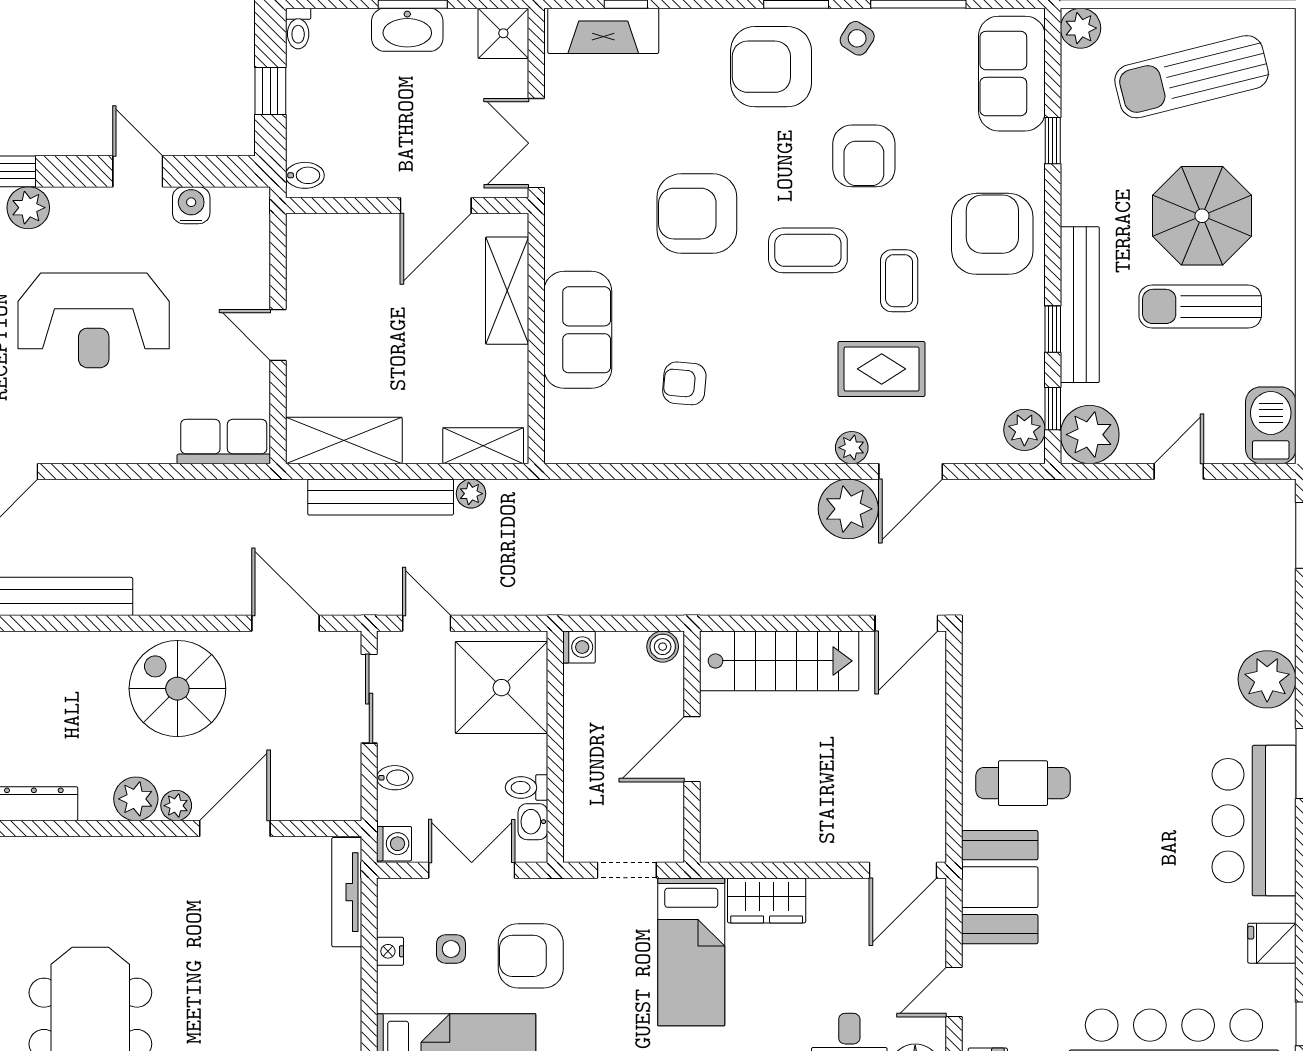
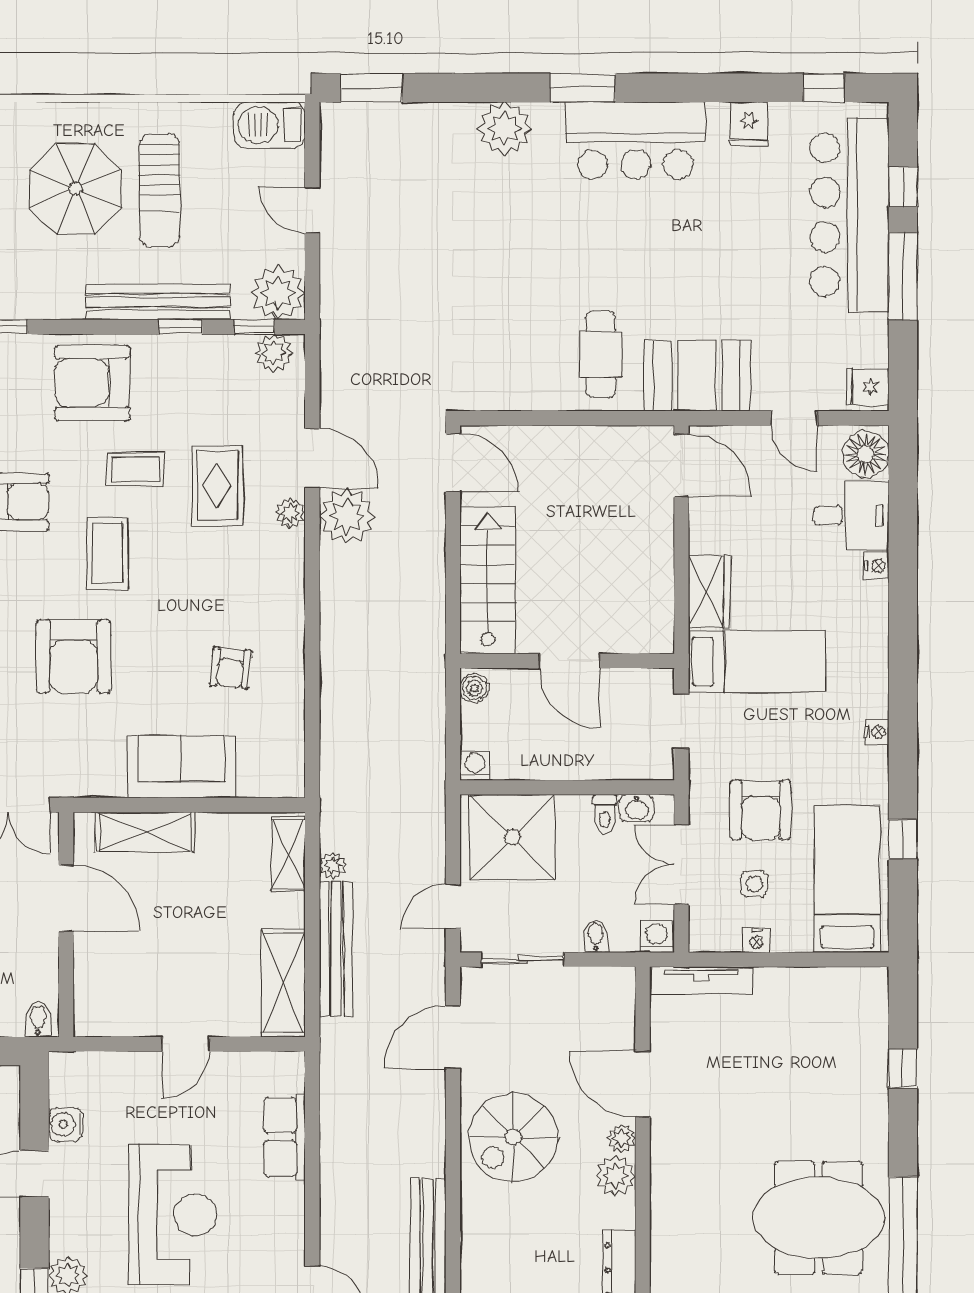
row of seats: (224, 441) -> (285, 1137), moved

